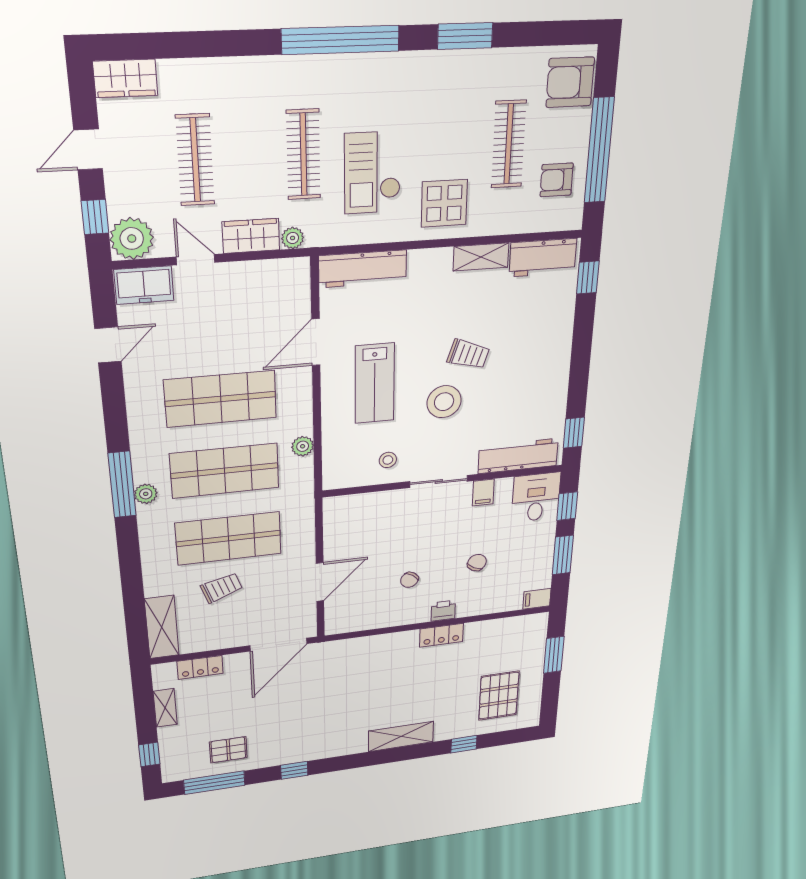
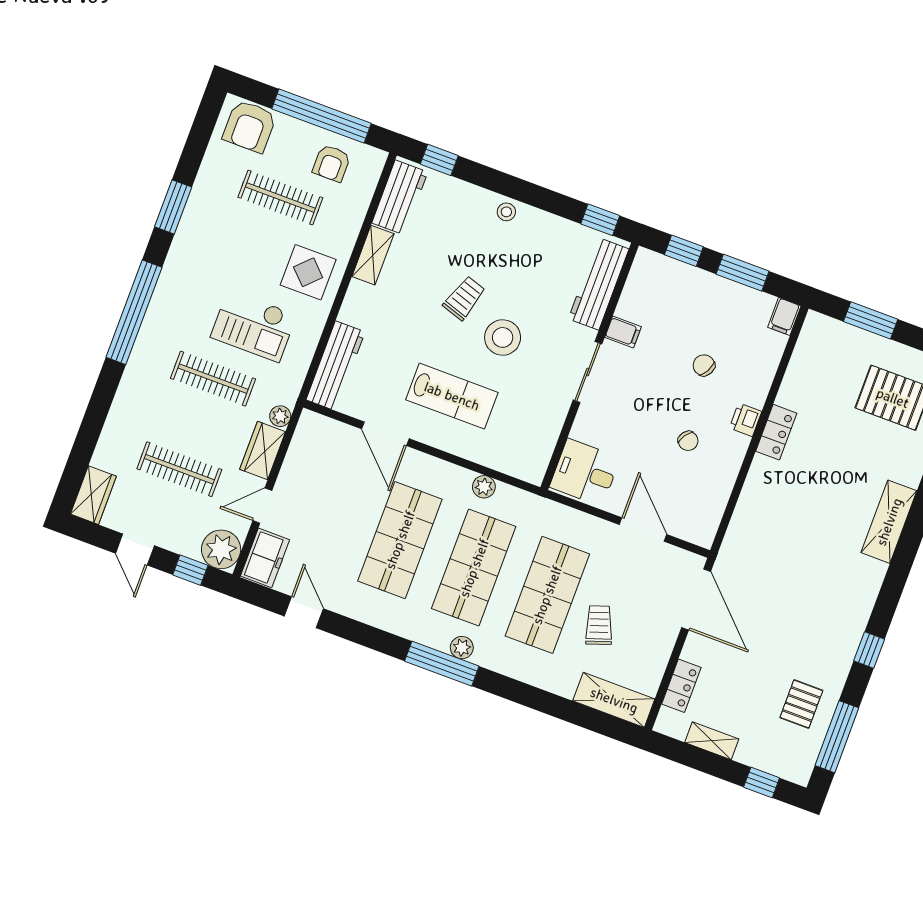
stool: (388, 460) -> (506, 212), moved
desk: (536, 497) -> (585, 472), moved

